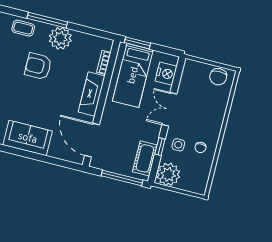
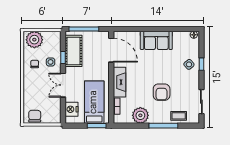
plant: (60, 38) -> (140, 115), moved
armchair: (38, 66) -> (162, 92), turned 90
double door: (169, 109) -> (63, 85), swing flipped
cot: (145, 158) -> (73, 51), width x1.37, depth x1.34
plant: (168, 174) -> (34, 40), moved

